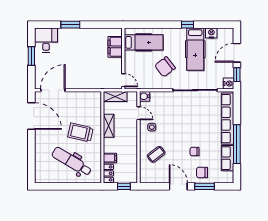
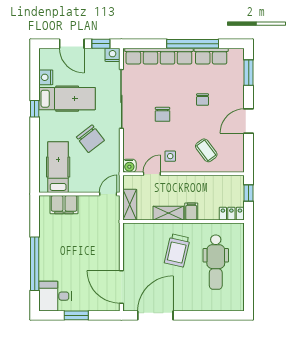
window: (70, 25) -> (35, 264), width x2.11
filing cabinet: (110, 158) -> (191, 211), moved
dental chair: (72, 162) -> (216, 262), turned -31
chair: (202, 172) -> (163, 114), moved
window: (204, 186) -> (249, 73), moved

